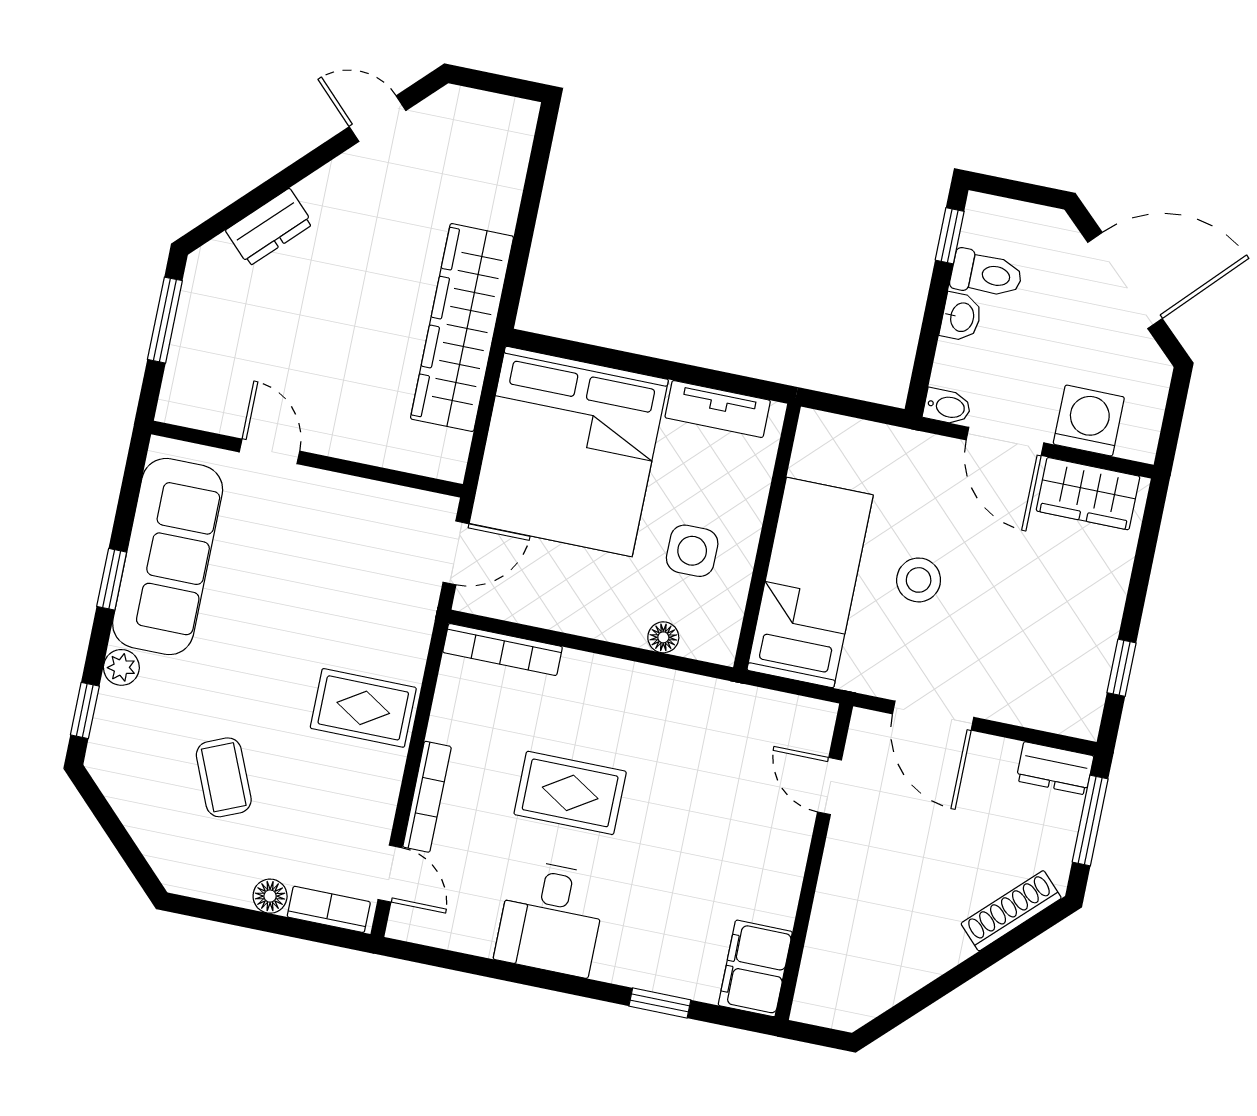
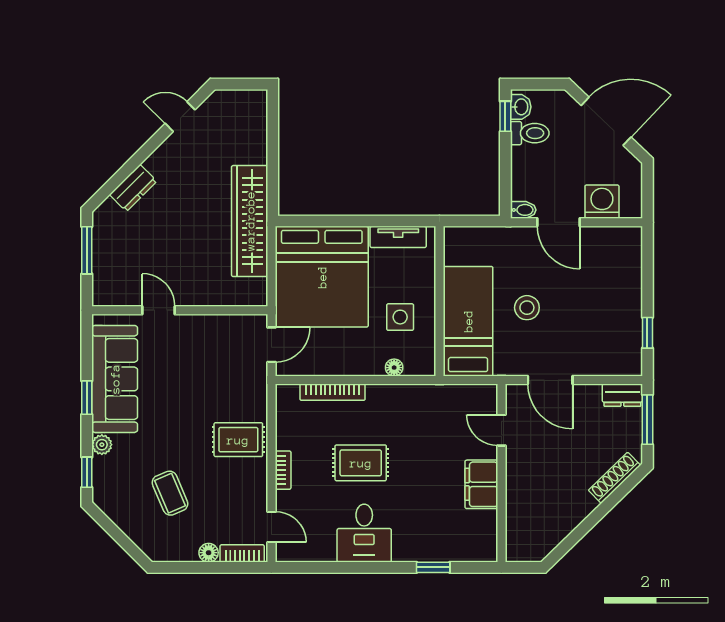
washbasin: (961, 317) -> (521, 107), moved
wardrobe: (1088, 494) -> (610, 242), removed
bookcase: (503, 650) -> (333, 392), moved
bookcase: (427, 797) -> (283, 470), width x0.64
filing cabinet: (755, 968) -> (481, 484), moved

